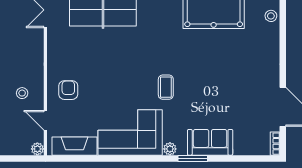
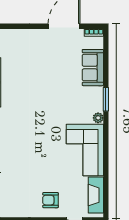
coffee table: (166, 87) -> (48, 121), removed
sofa: (210, 142) -> (93, 68), moved

